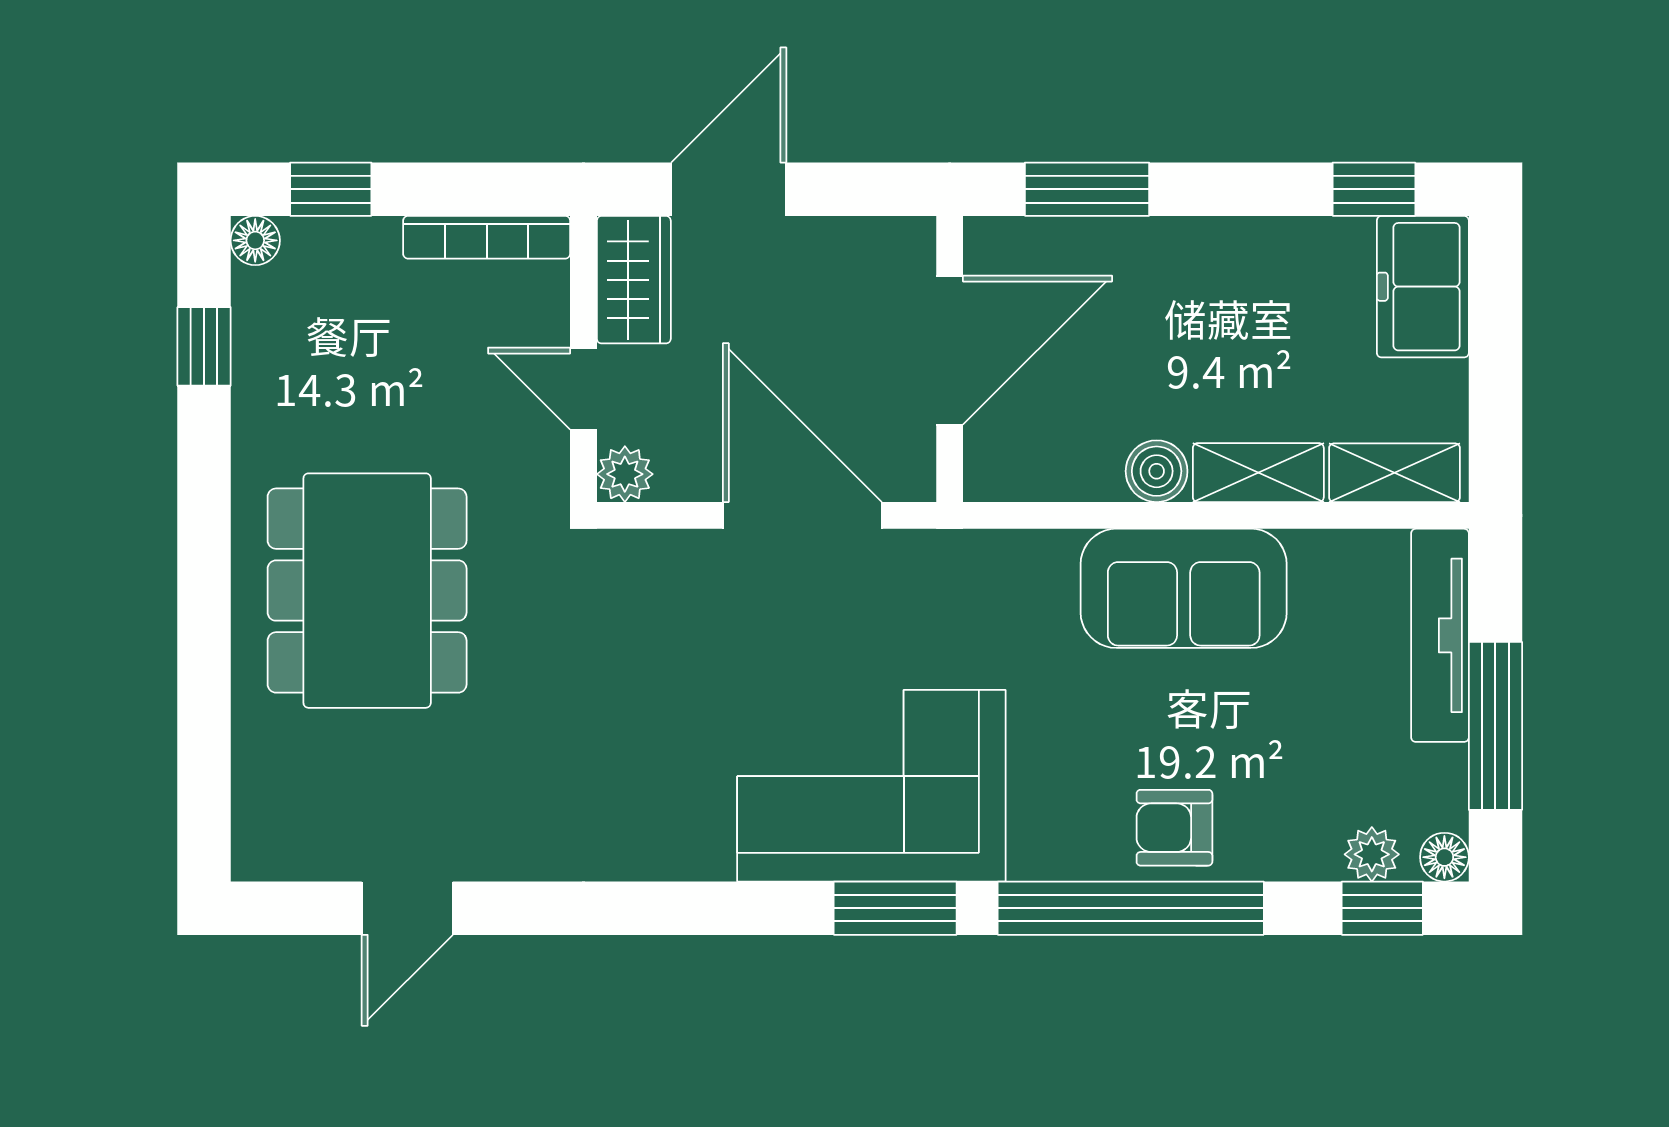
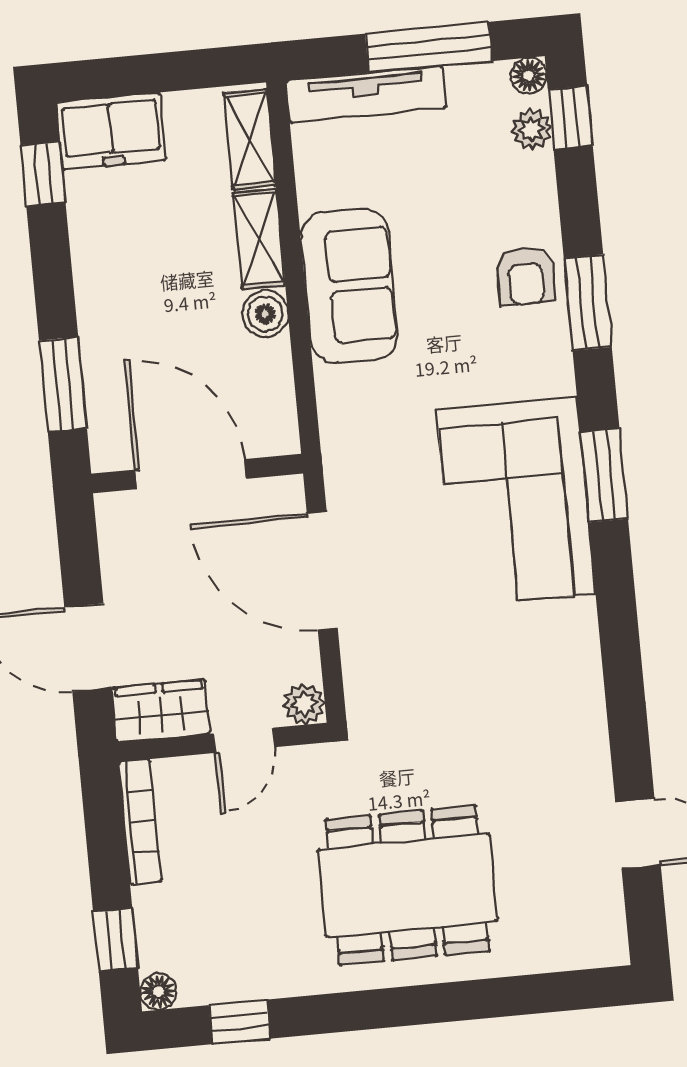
door: (802, 515) -> (322, 571), hinge flipped
window: (1131, 908) -> (588, 302), width x0.47

